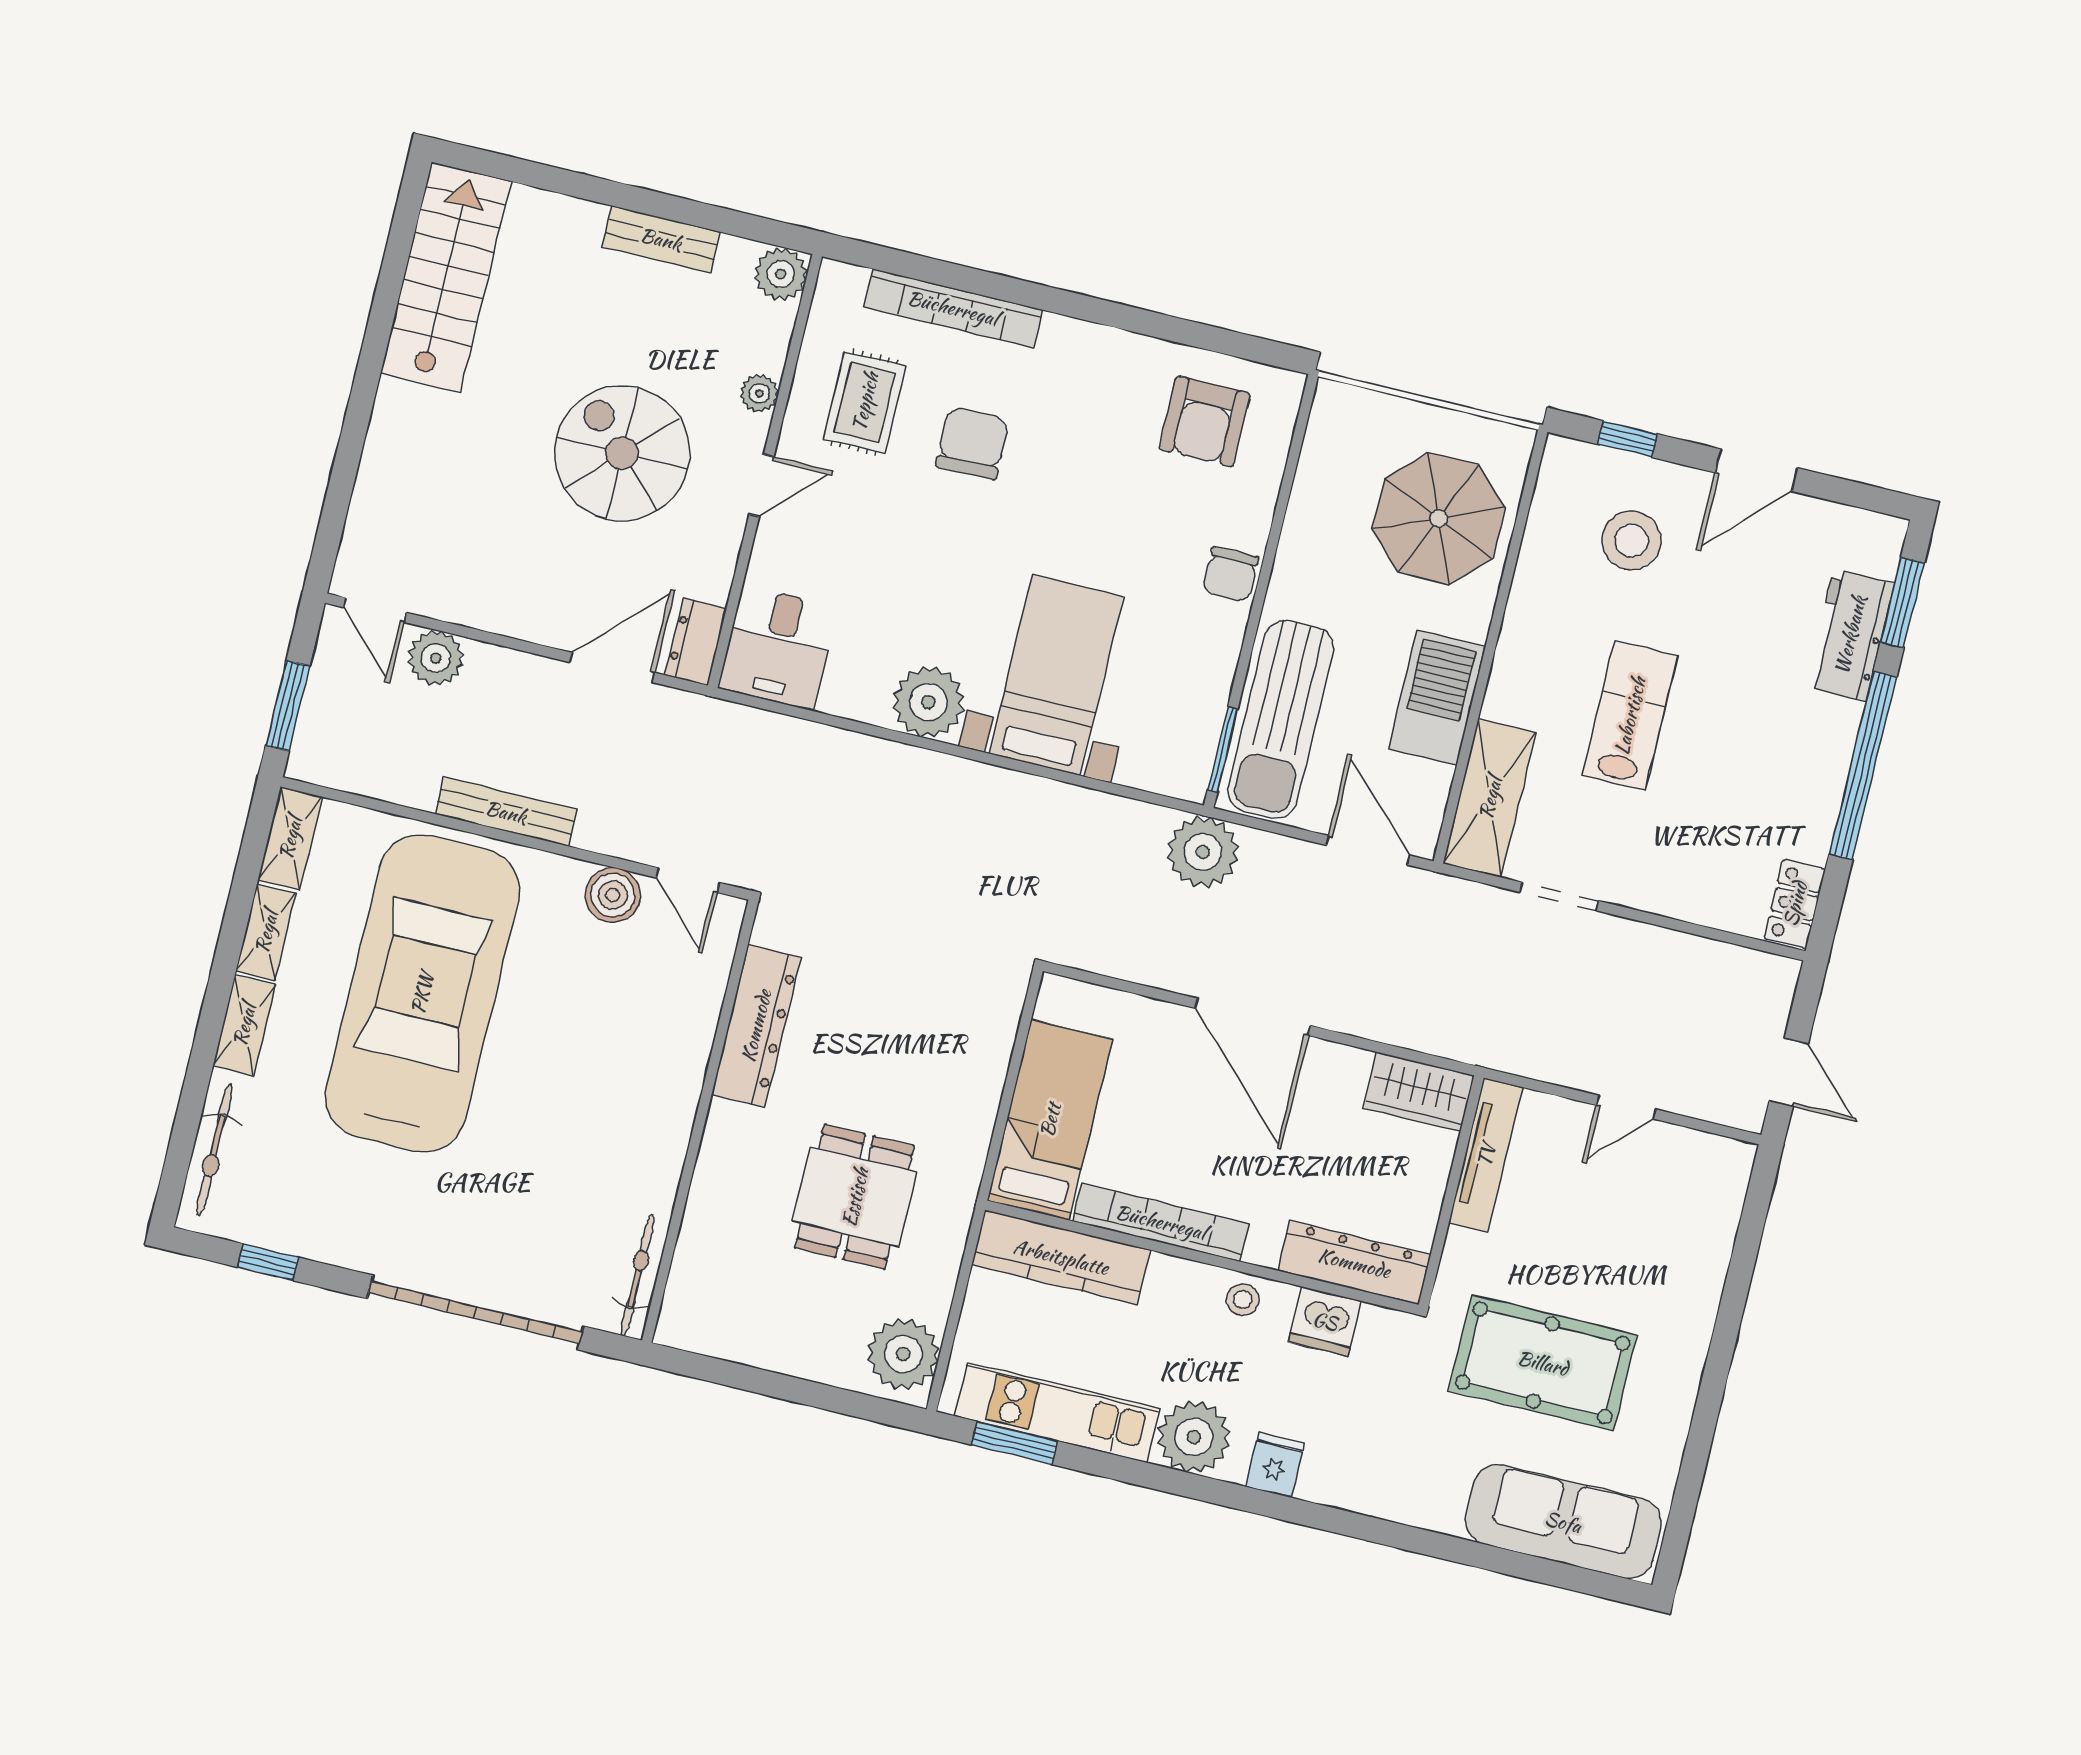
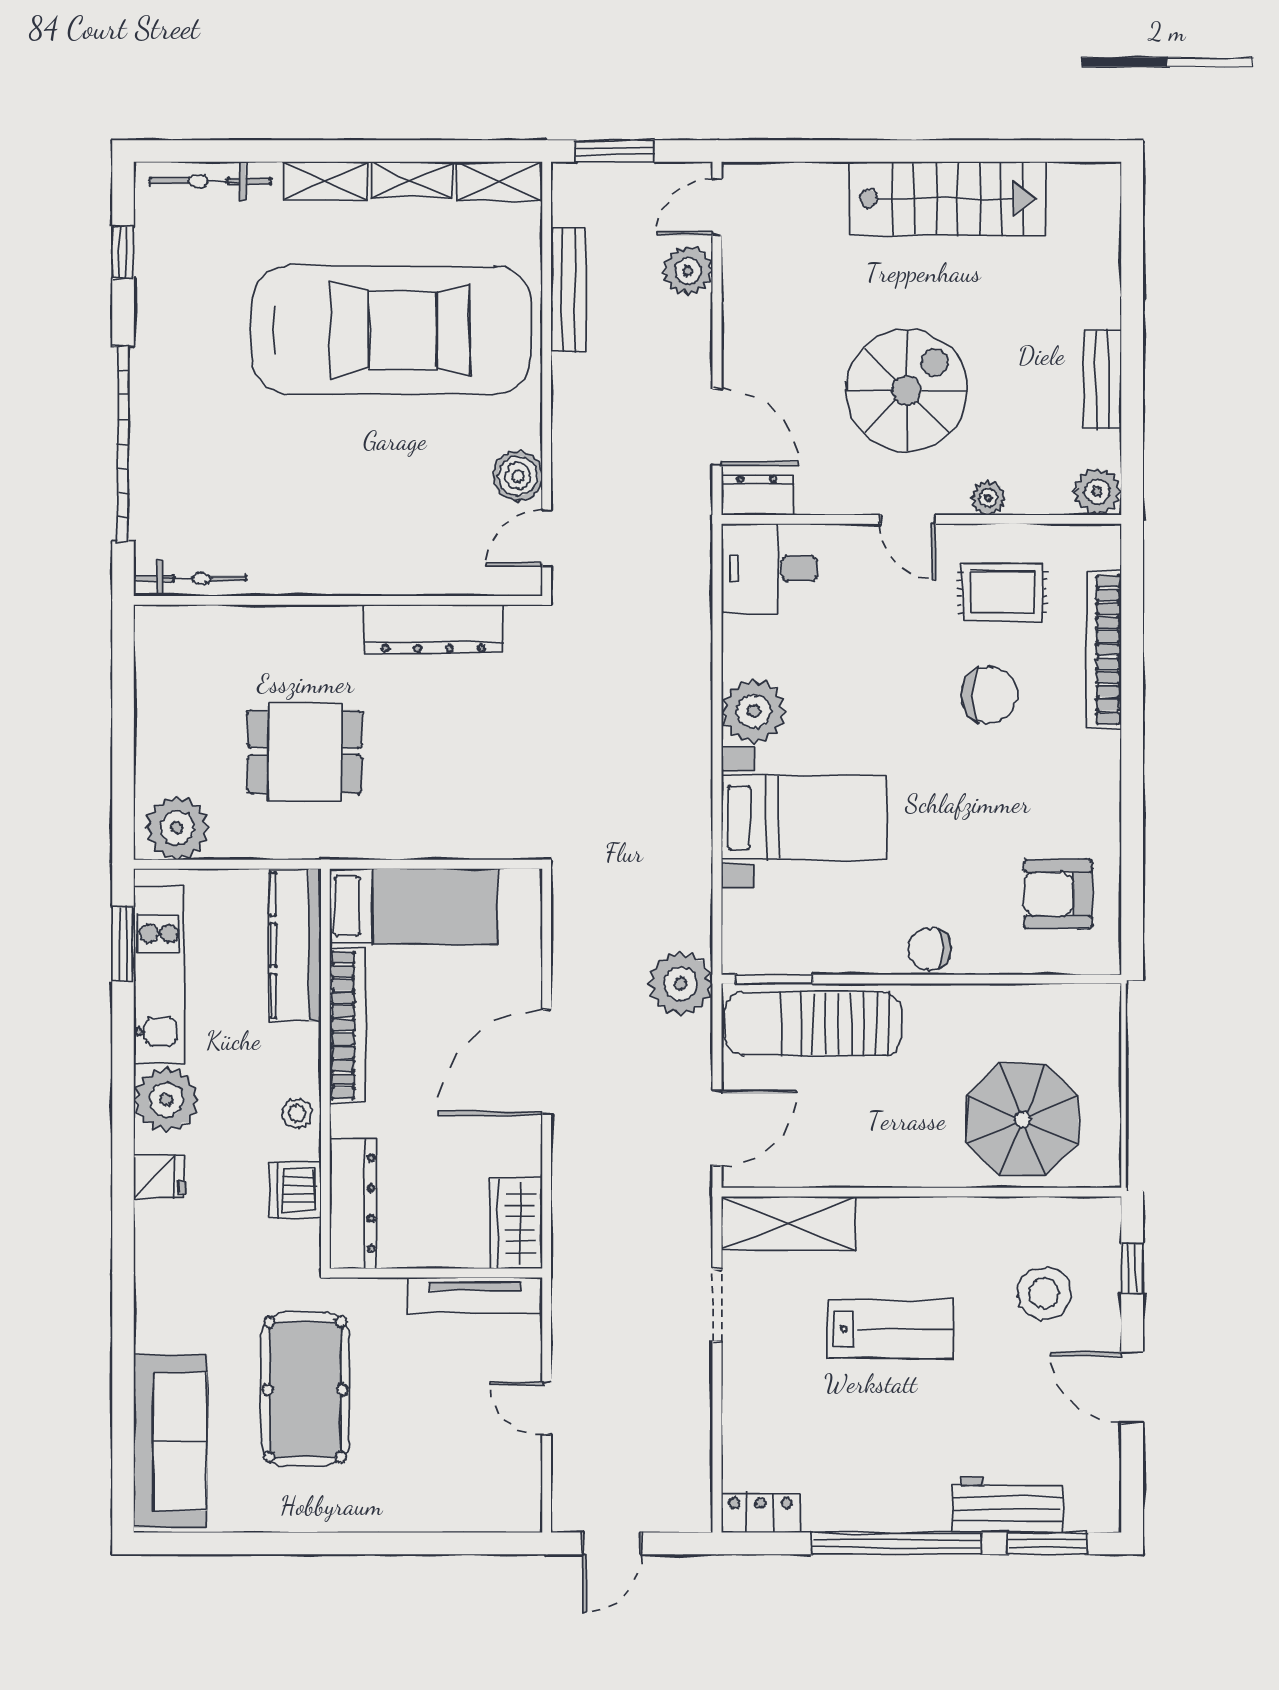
stairs: (446, 277) -> (947, 199), moved
barbecue: (1437, 698) -> (865, 1156), removed
bench: (506, 812) -> (568, 290), moved

